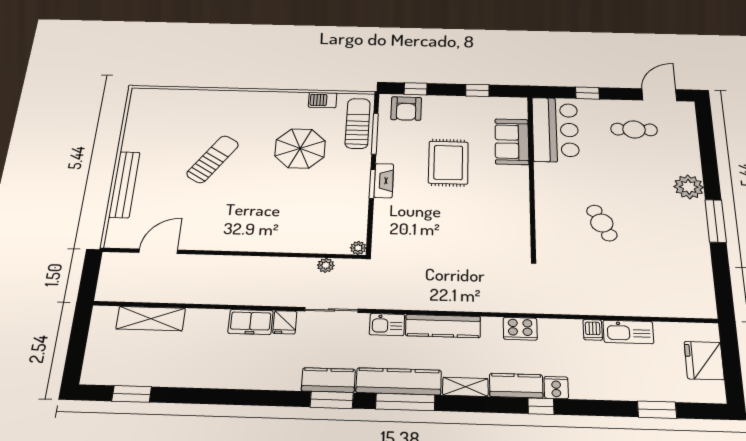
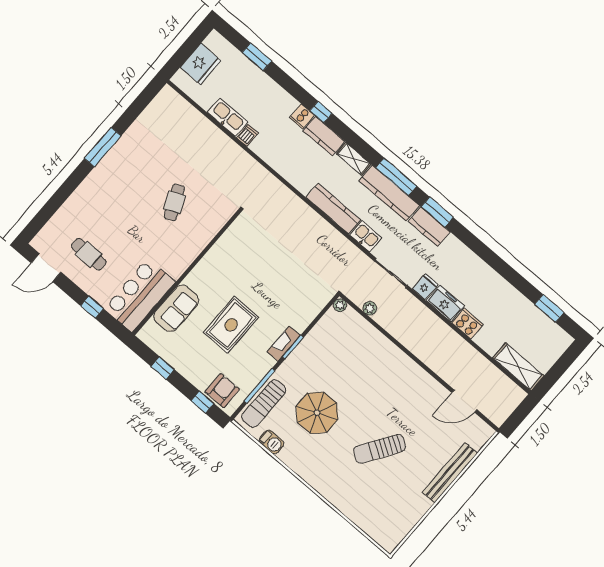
plant: (689, 187) -> (95, 184), removed
shelving: (151, 319) -> (518, 367), moved
cooker: (520, 329) -> (468, 324), moved

